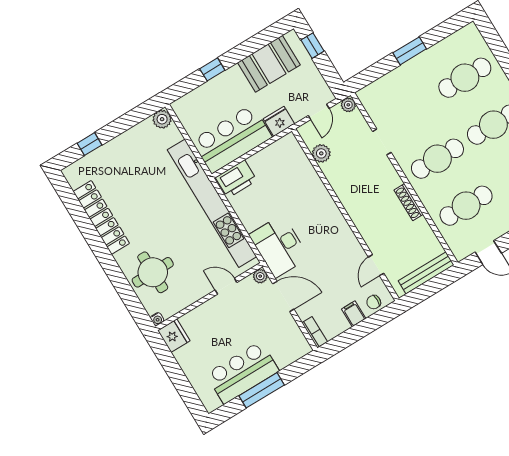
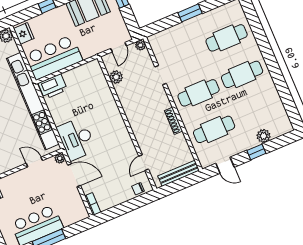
fridge: (279, 121) -> (24, 33), moved, turned 90
filing cabinet: (354, 314) -> (123, 195), removed

